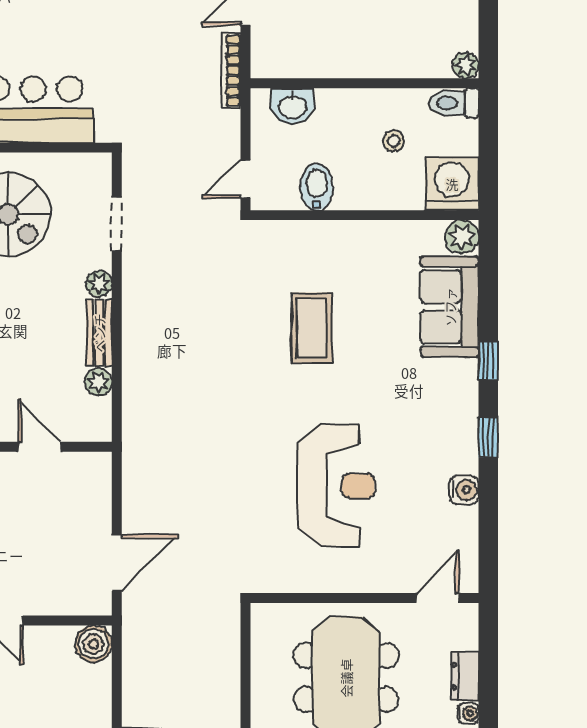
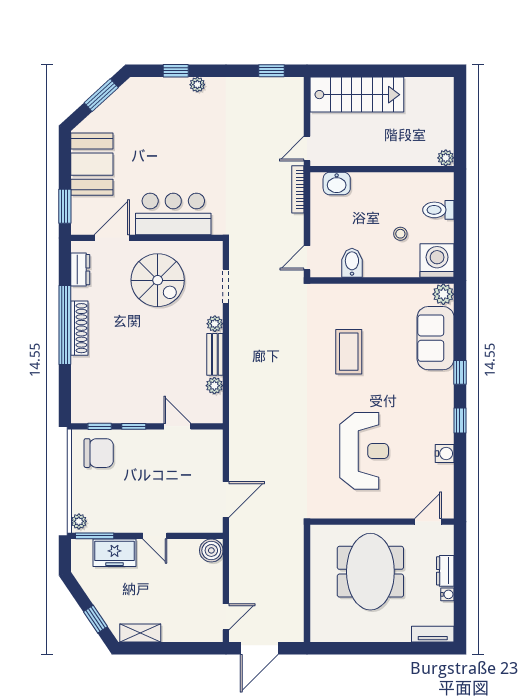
plant: (466, 65) -> (446, 158), moved
wall: (364, 83) -> (382, 169), moved
washbasin: (292, 106) -> (337, 184), moved

